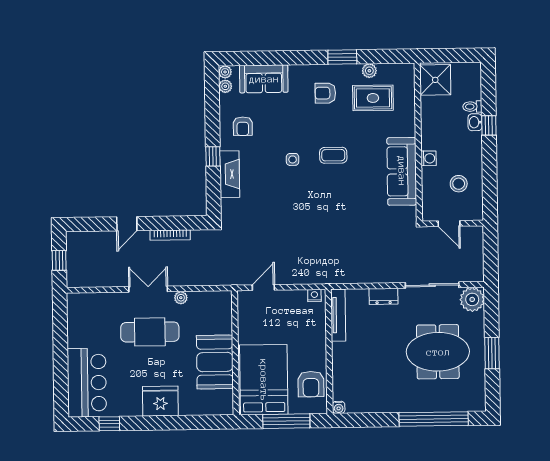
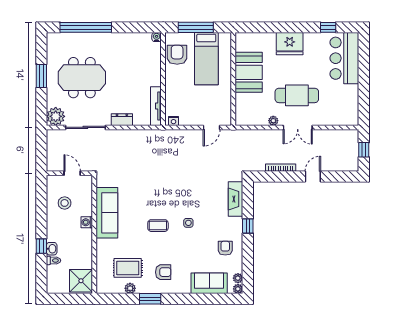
fireplace: (230, 174) -> (236, 199), moved
bed: (264, 380) -> (206, 59), width x0.67

